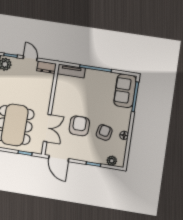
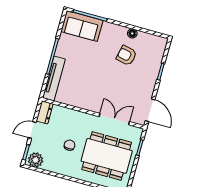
tv unit: (71, 71) -> (54, 78), width x1.41
chair: (21, 92) -> (69, 145), added
armchair: (79, 126) -> (116, 83), removed
door: (59, 159) -> (150, 110), hinge flipped
plant: (112, 161) -> (159, 51), removed

